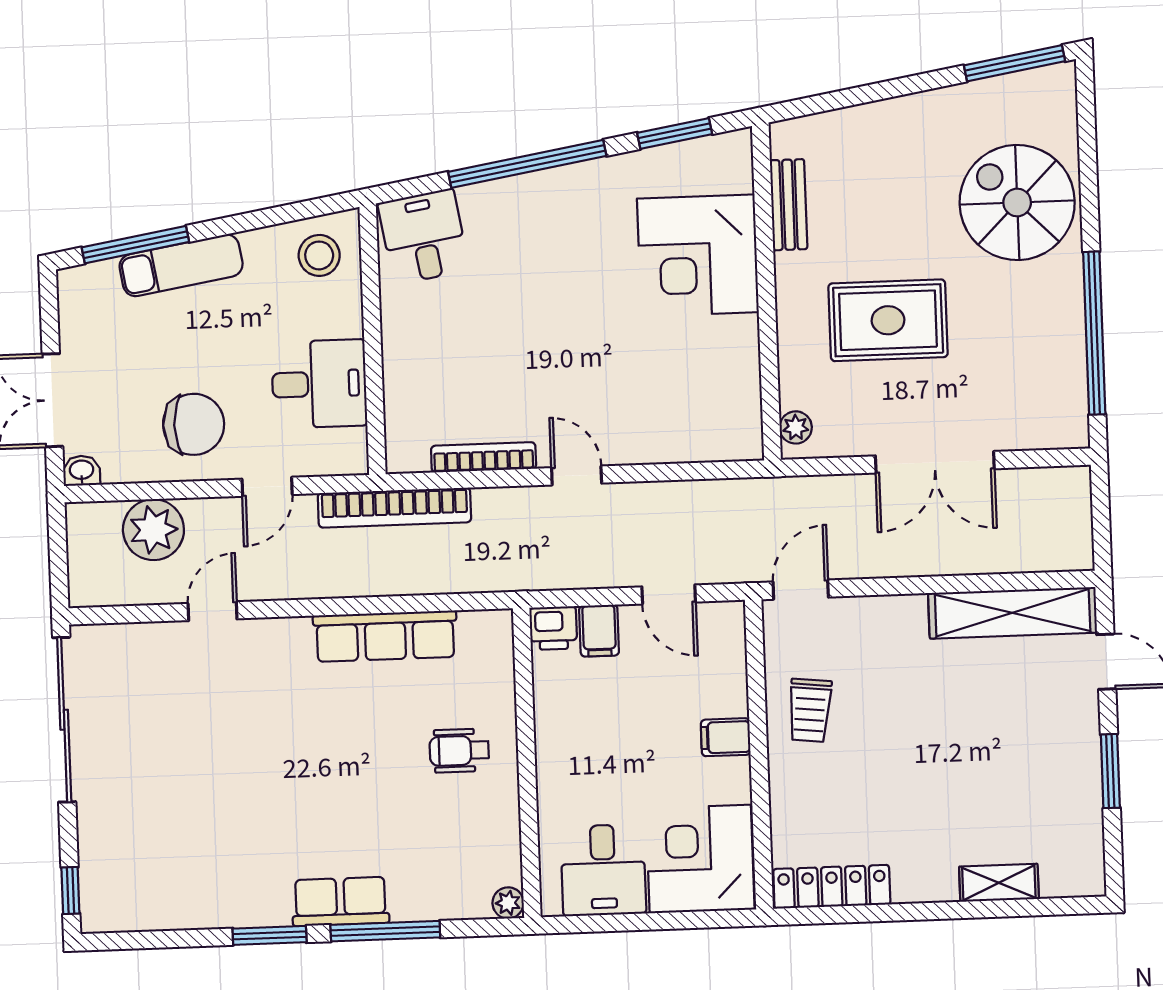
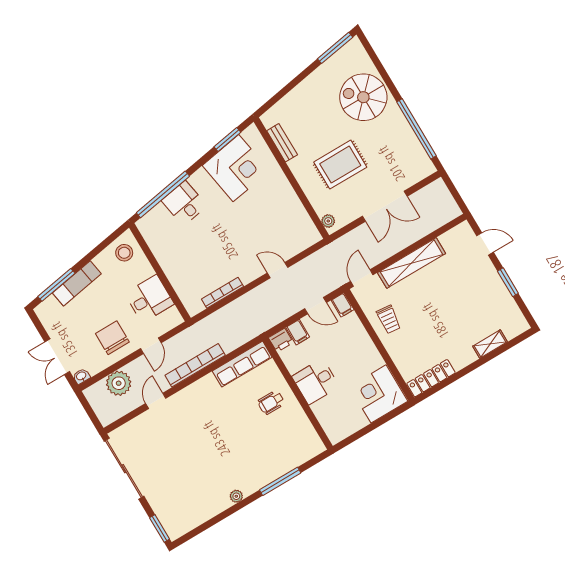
window: (527, 164) -> (163, 194), moved
desk: (424, 236) -> (184, 203), moved
corner desk: (698, 255) -> (236, 168), moved, turned -100
chair: (194, 424) -> (112, 338), turned -90
door: (577, 475) -> (278, 270), moved
bookcase: (394, 508) -> (195, 365), moved, turned 180
shelving: (1013, 613) -> (411, 263), moved
row of seats: (385, 636) -> (242, 364), moved
filing cabinet: (726, 737) -> (343, 305), moved, turned -90
desk: (603, 870) -> (316, 381), moved, turned 90
window: (70, 891) -> (160, 528), width x1.50
row of seats: (340, 901) -> (258, 480), removed
plant: (508, 903) -> (236, 496), moved
window: (270, 935) -> (240, 506), removed

